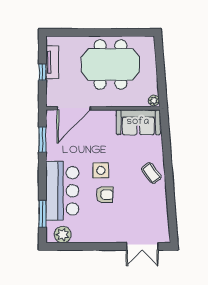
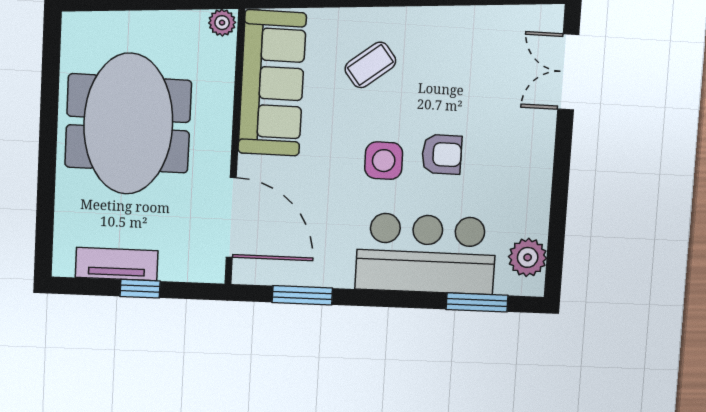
sofa: (138, 122) -> (272, 83), width x1.36
coffee table: (151, 173) -> (370, 65), moved
armchair: (105, 195) -> (442, 154), turned 90
double door: (142, 246) -> (568, 72), swing flipped

